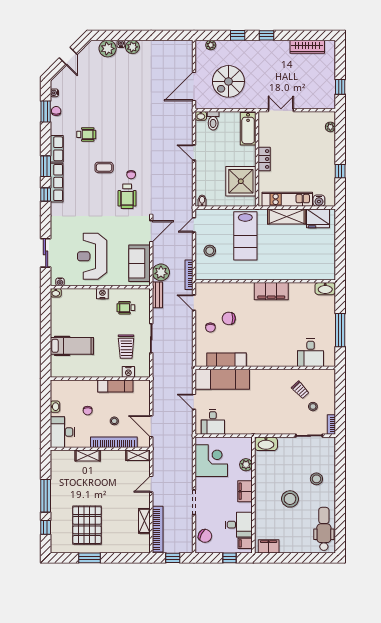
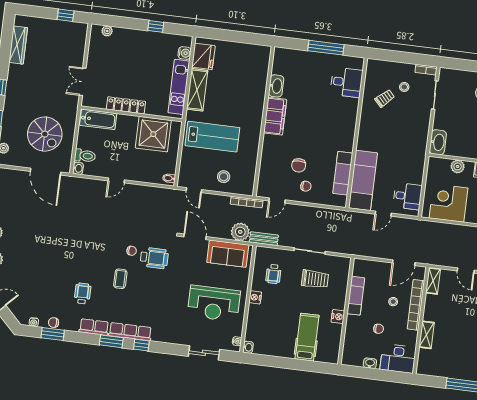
locker: (264, 159) -> (126, 105), width x1.53
washbasin: (325, 289) -> (276, 86), moved
nightstand: (128, 372) -> (338, 317), moved

